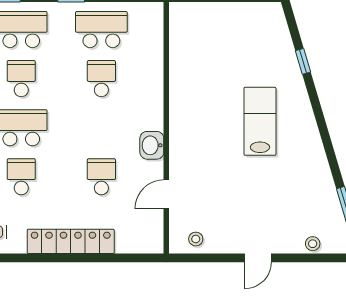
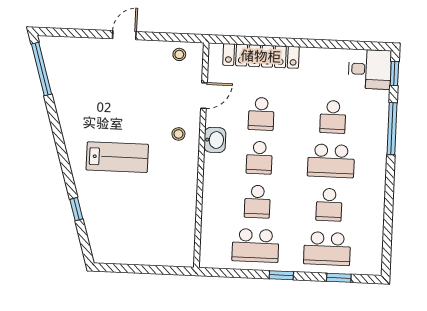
lab bench: (260, 121) -> (117, 157), turned -90
school desk: (101, 128) -> (259, 158), added
locker: (71, 241) -> (261, 56), moved
stool: (313, 244) -> (178, 134), moved

